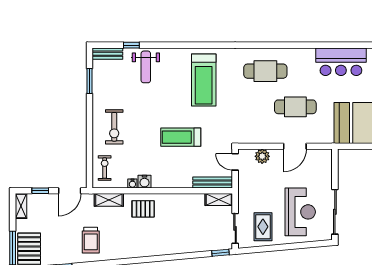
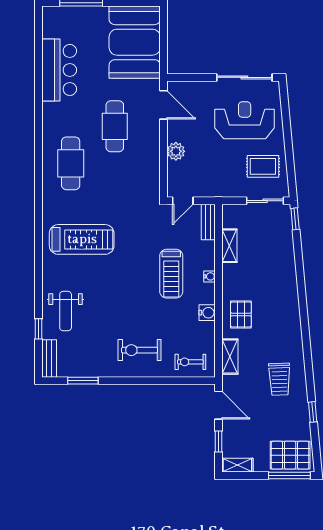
weight bench: (146, 67) -> (66, 311), turned 90
exercise bike: (114, 127) -> (139, 350), turned 180
treadmill: (181, 137) -> (171, 274), moved
door: (295, 146) -> (163, 105), moved
plant: (262, 156) -> (176, 151), moved
bench: (213, 182) -> (208, 222), width x0.73
water cooler: (132, 184) -> (210, 276), moved
shelving: (219, 200) -> (229, 246), moved
trolley: (91, 240) -> (279, 379), turned 88

